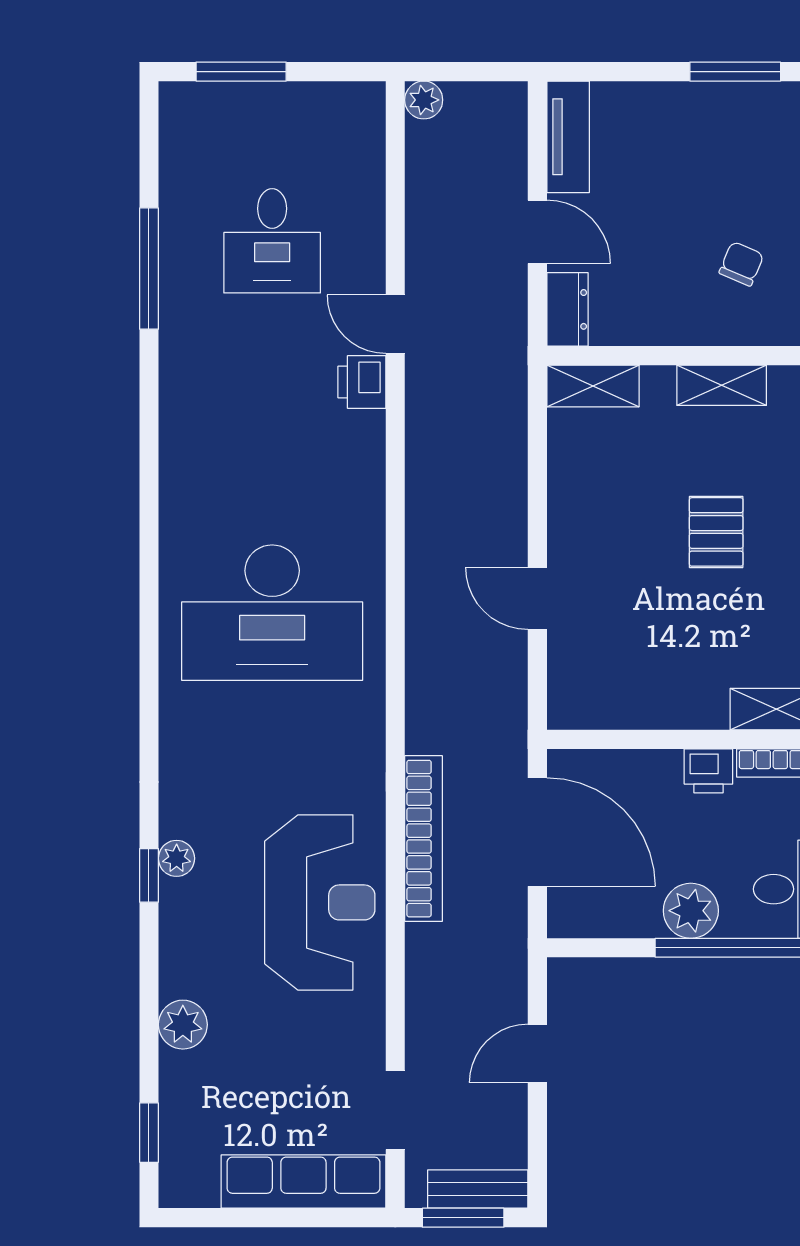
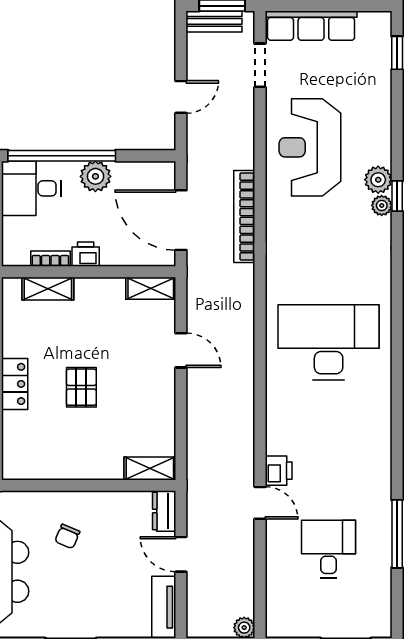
shelving: (722, 385) -> (151, 288), moved
reception desk: (320, 902) -> (310, 147), moved
plant: (183, 1025) -> (378, 180), moved

